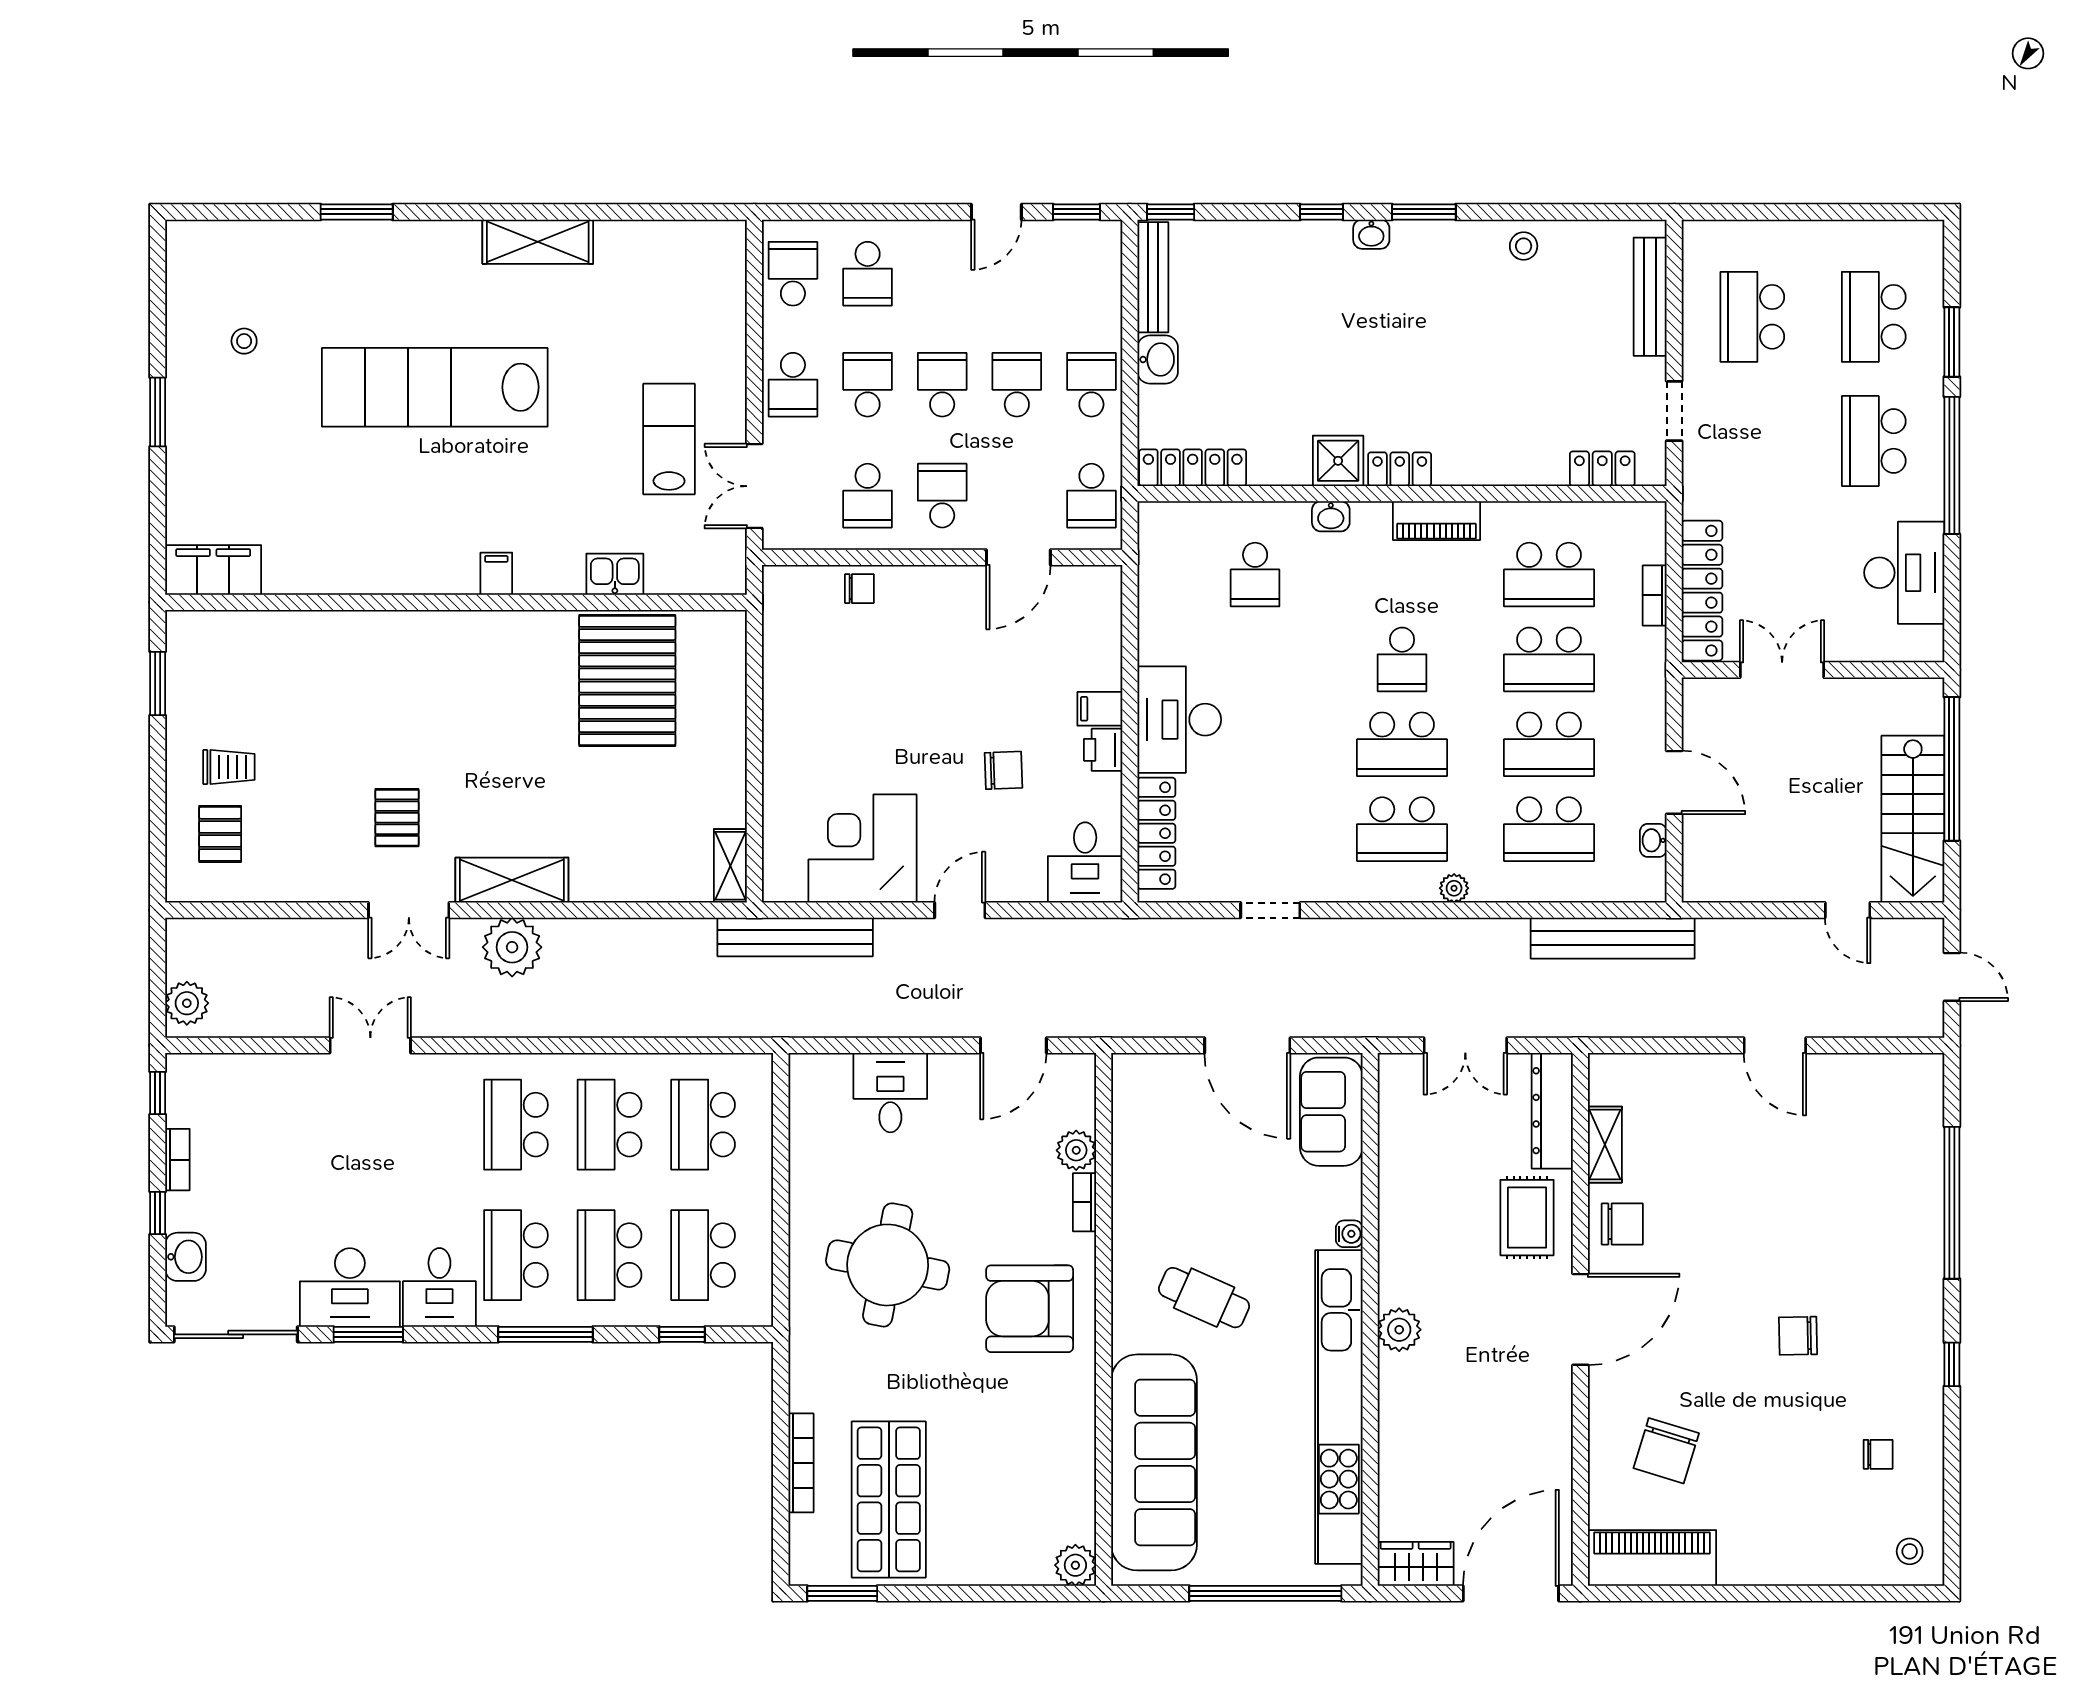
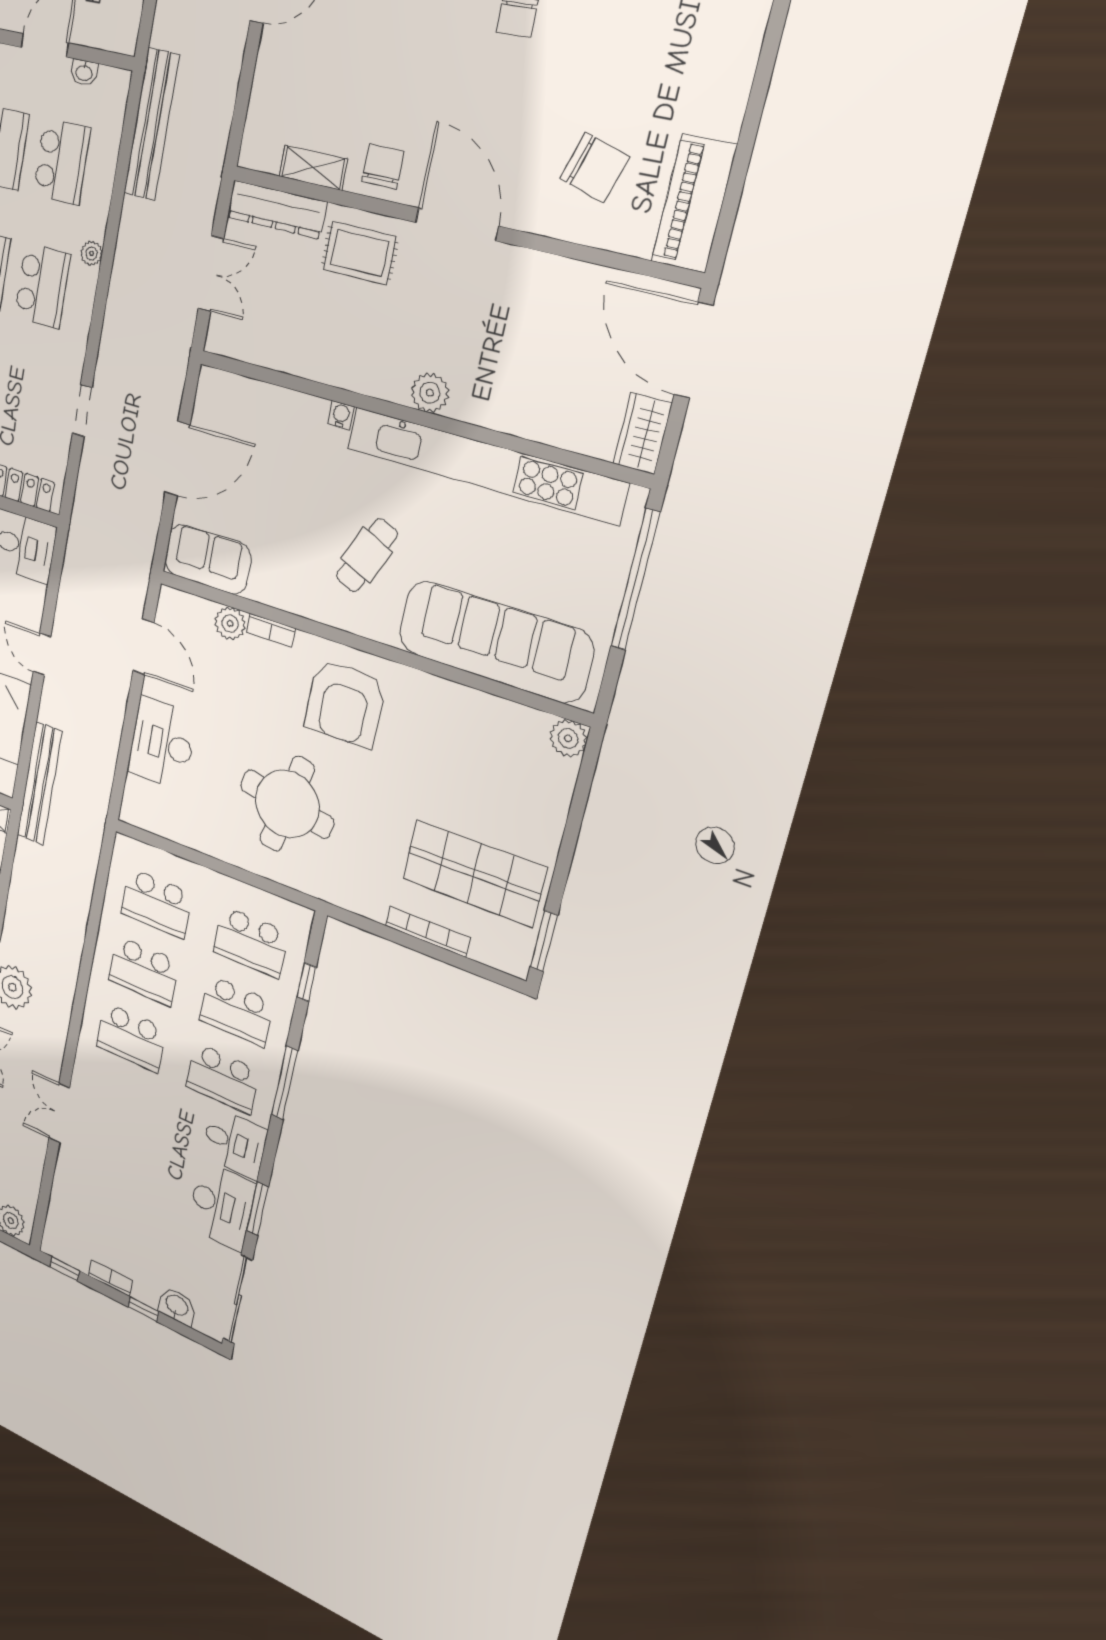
desk: (890, 1093) -> (162, 743), width x1.37
sofa: (1331, 1112) -> (208, 559), moved, turned 180

